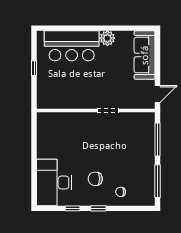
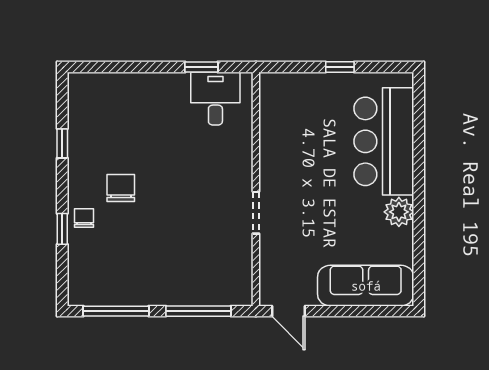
window: (34, 138) -> (201, 67), added
desk: (54, 183) -> (215, 99), moved, width x0.53, depth x0.77
chair: (121, 192) -> (84, 218), moved
window: (98, 208) -> (62, 229), moved

